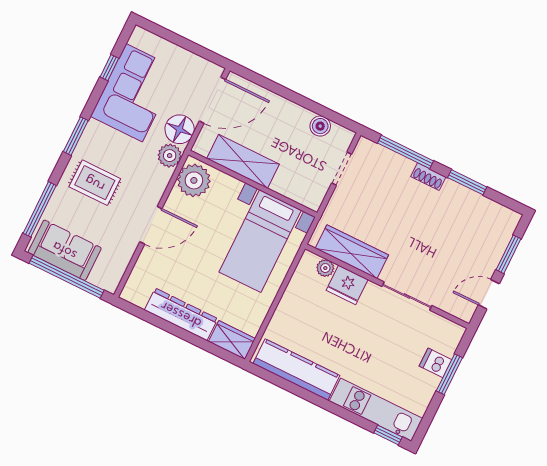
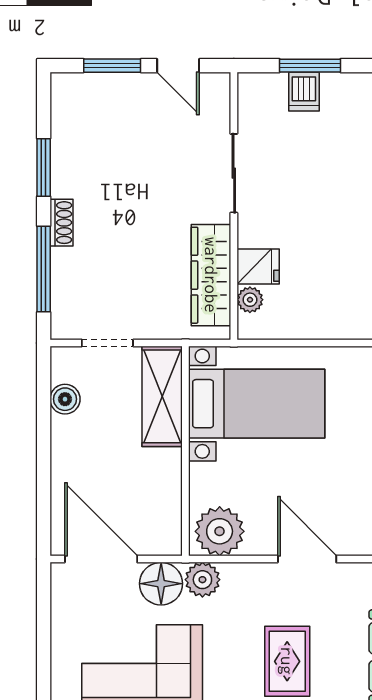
shelving: (243, 161) -> (162, 396), moved
fridge: (347, 285) -> (258, 267), width x0.72

